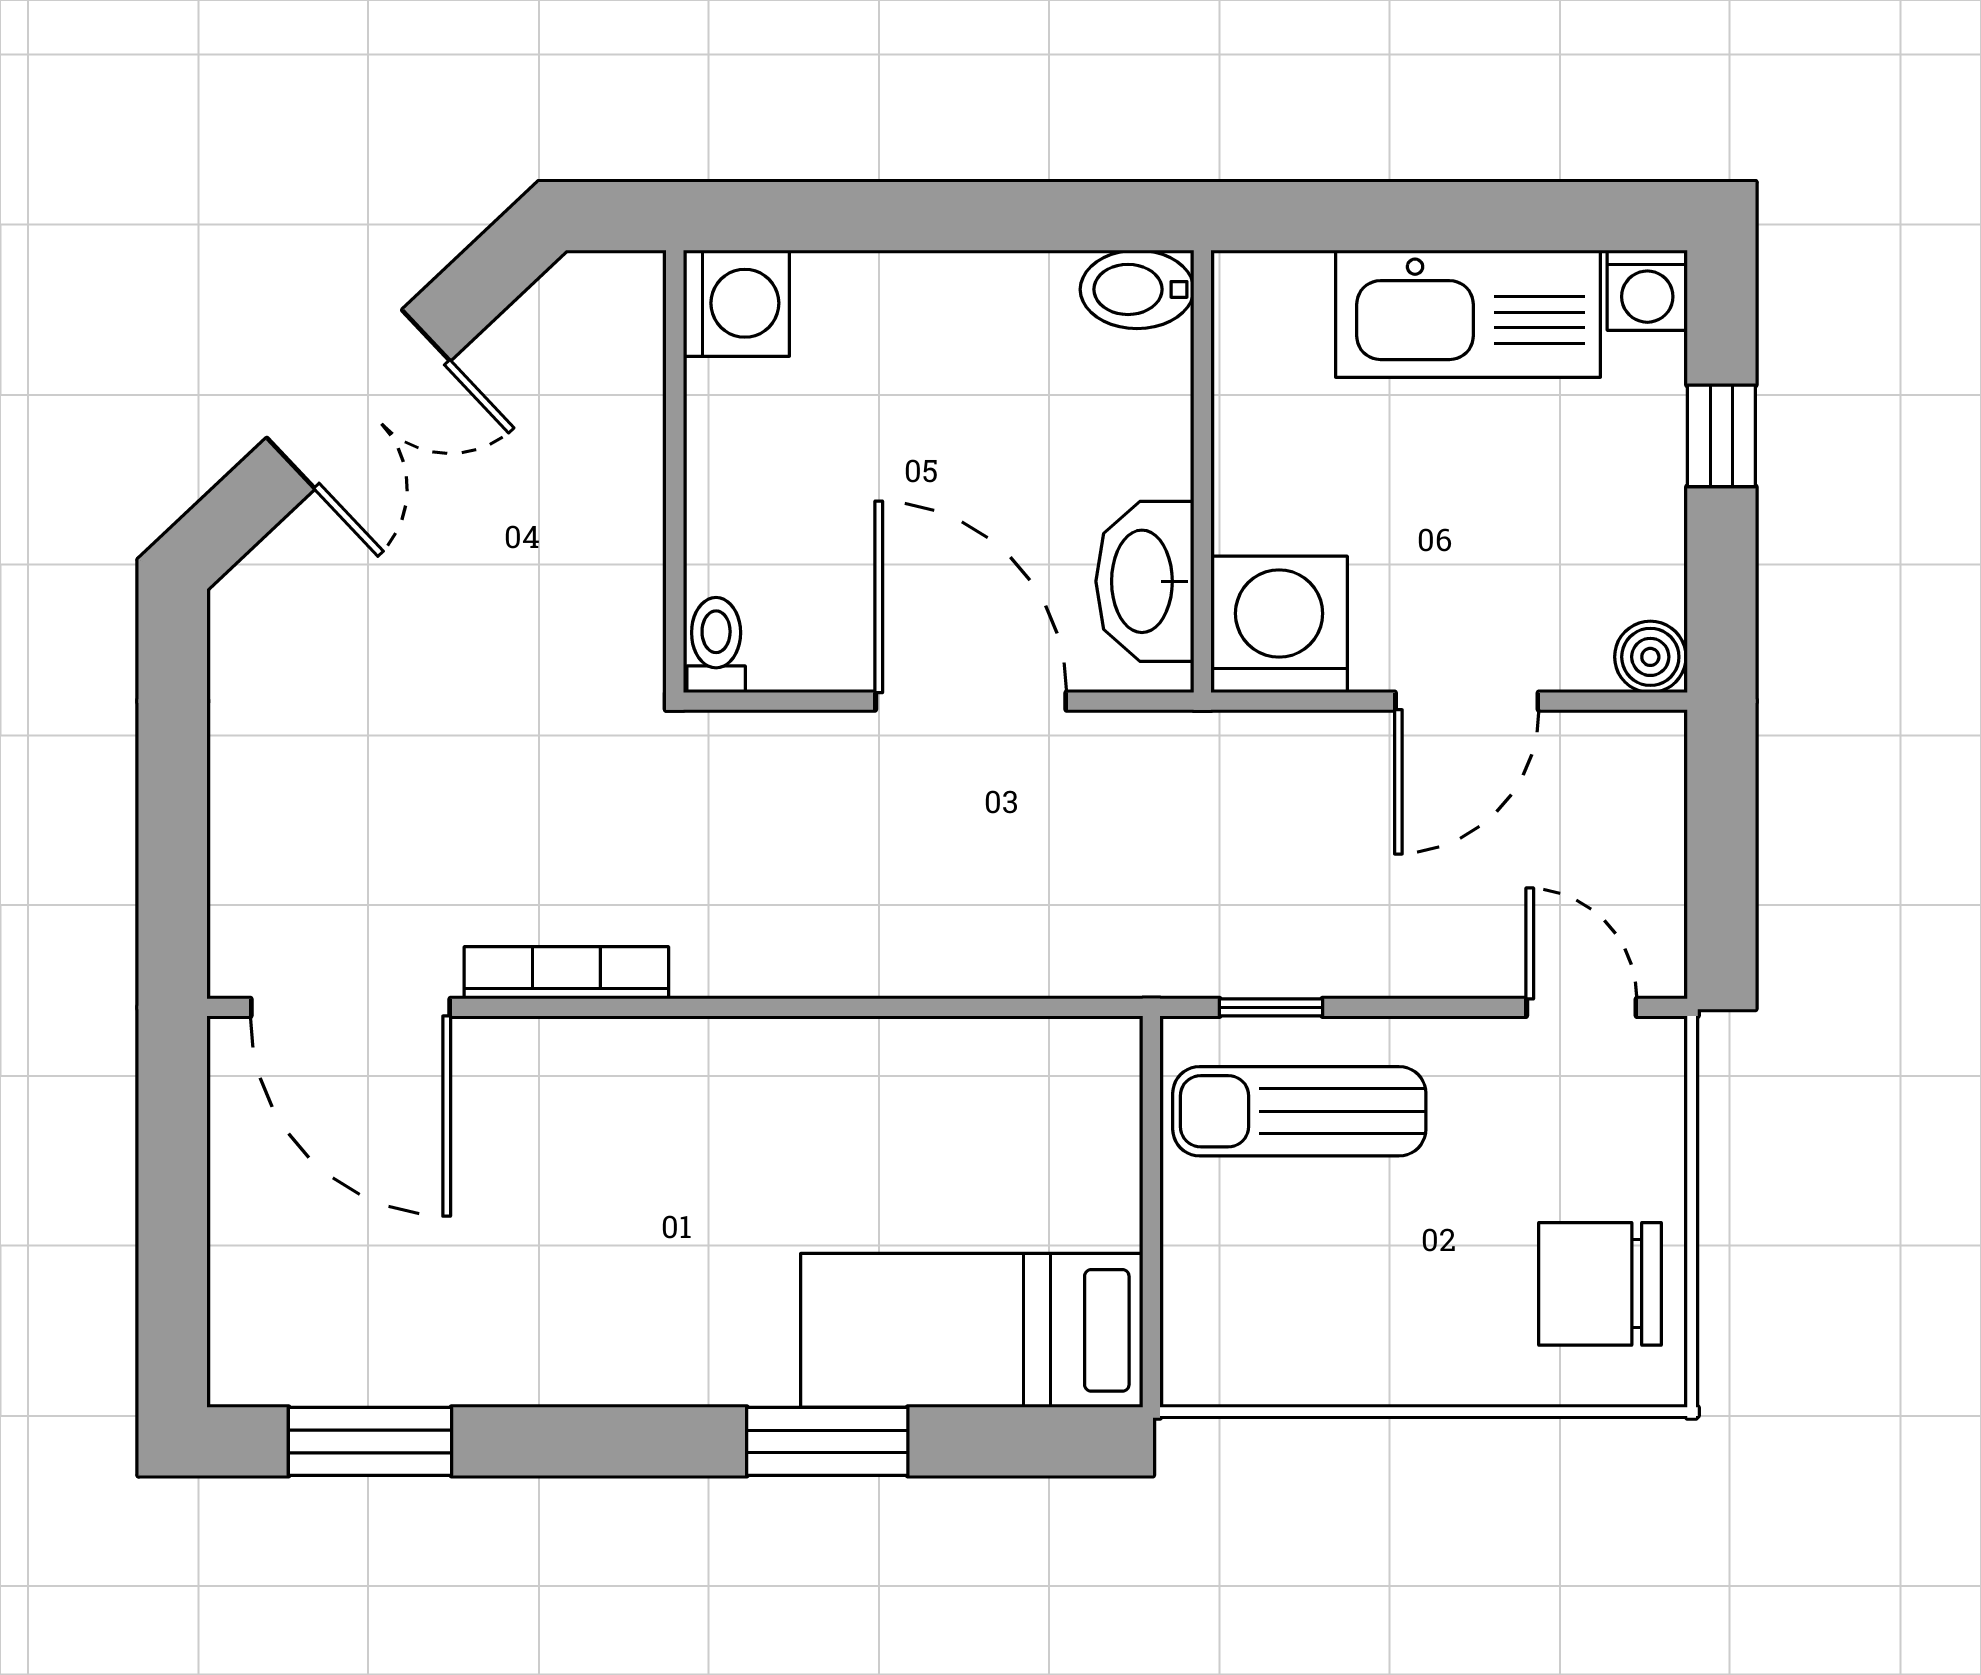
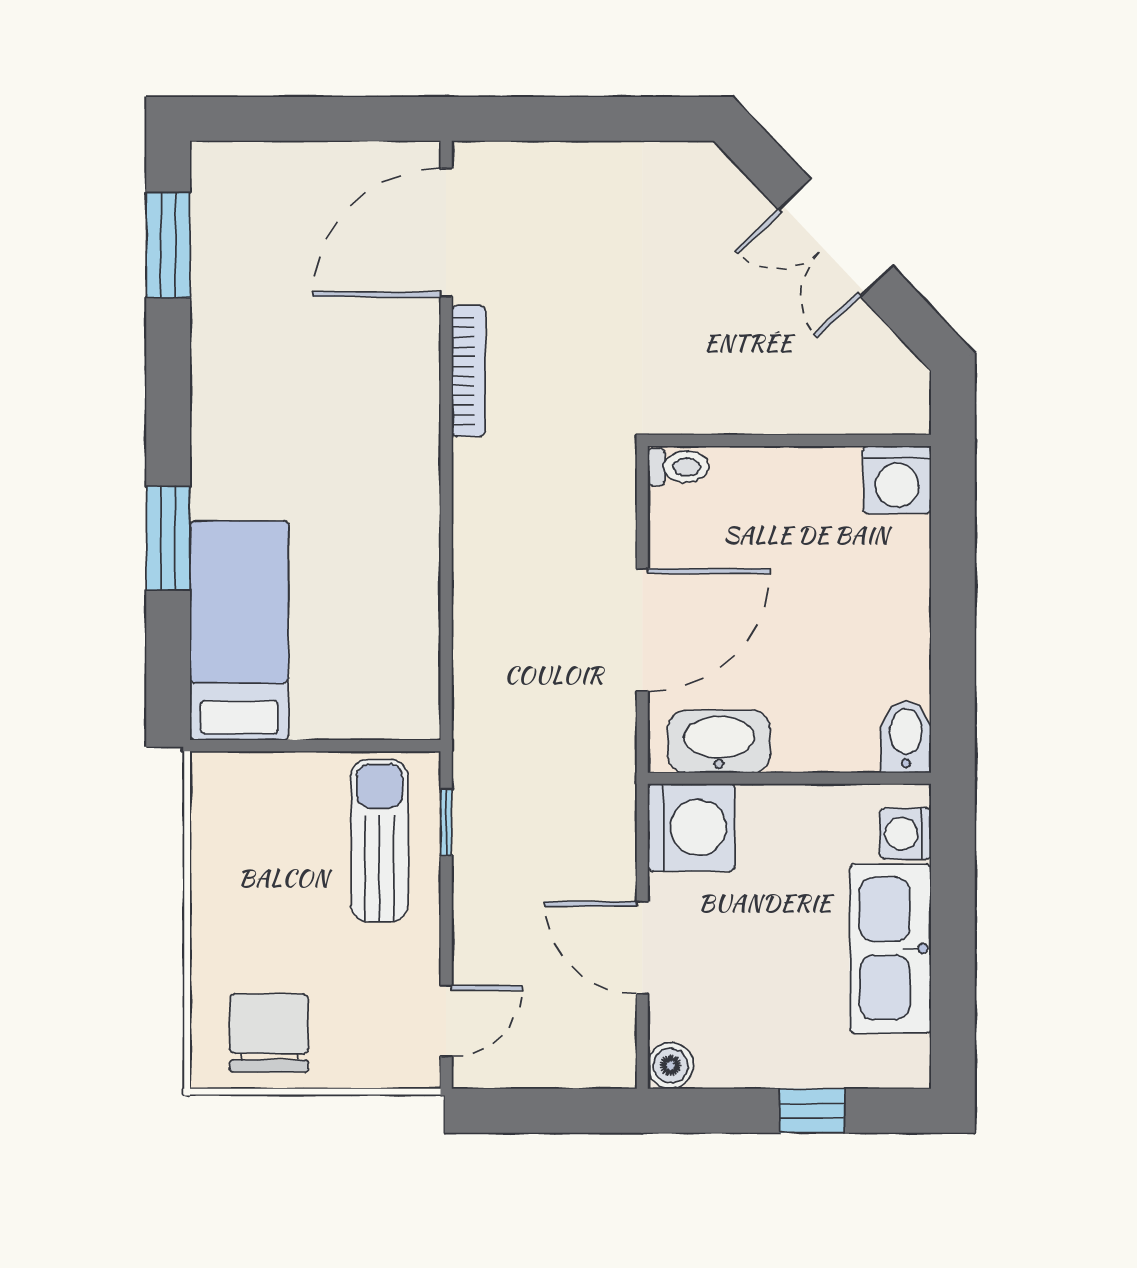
washing machine: (1647, 290) -> (905, 834), moved

